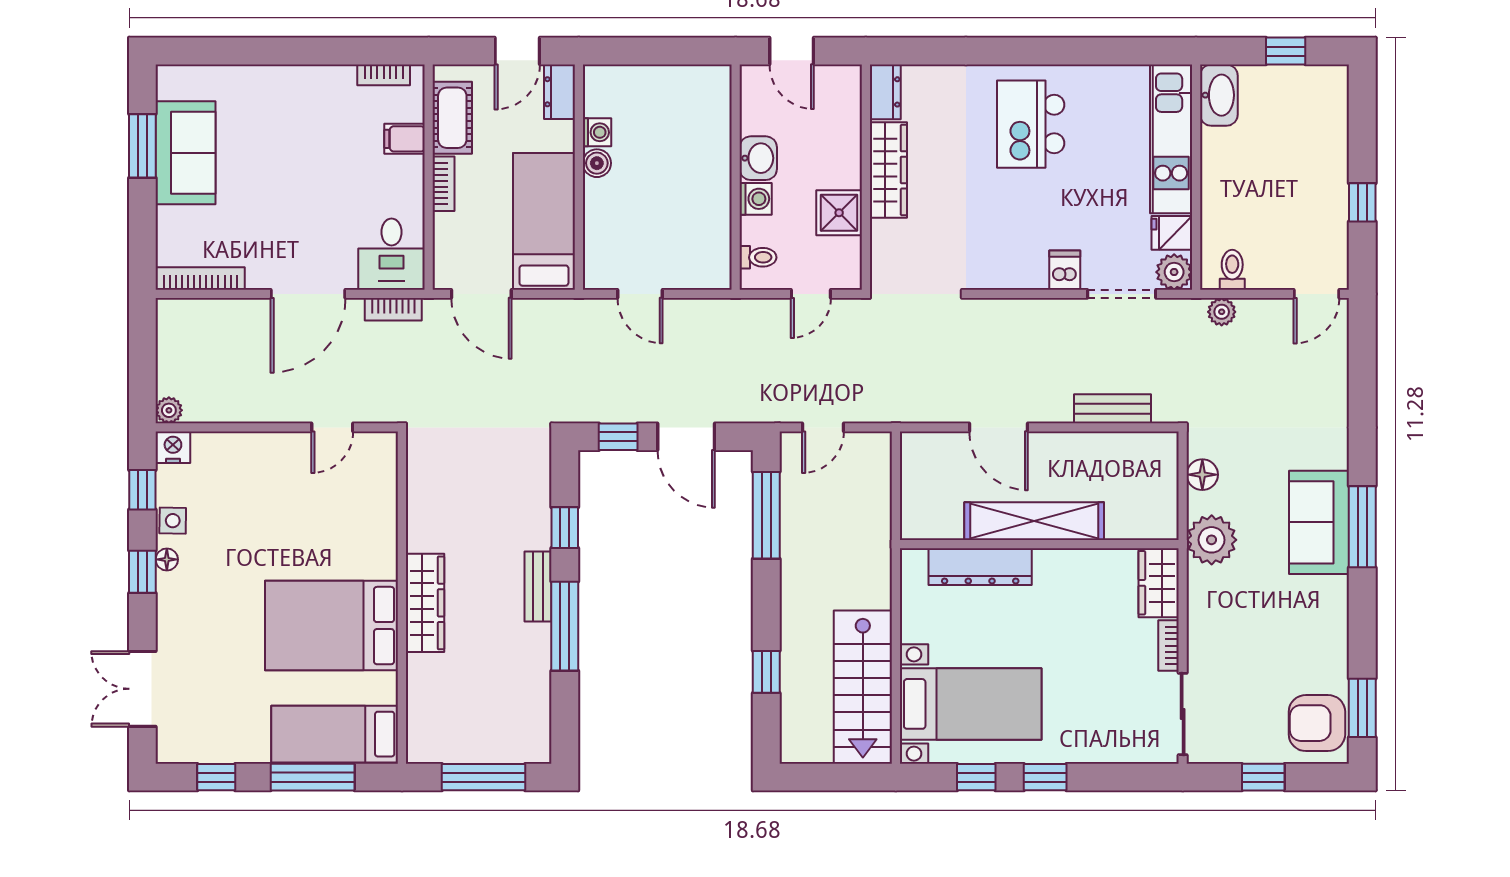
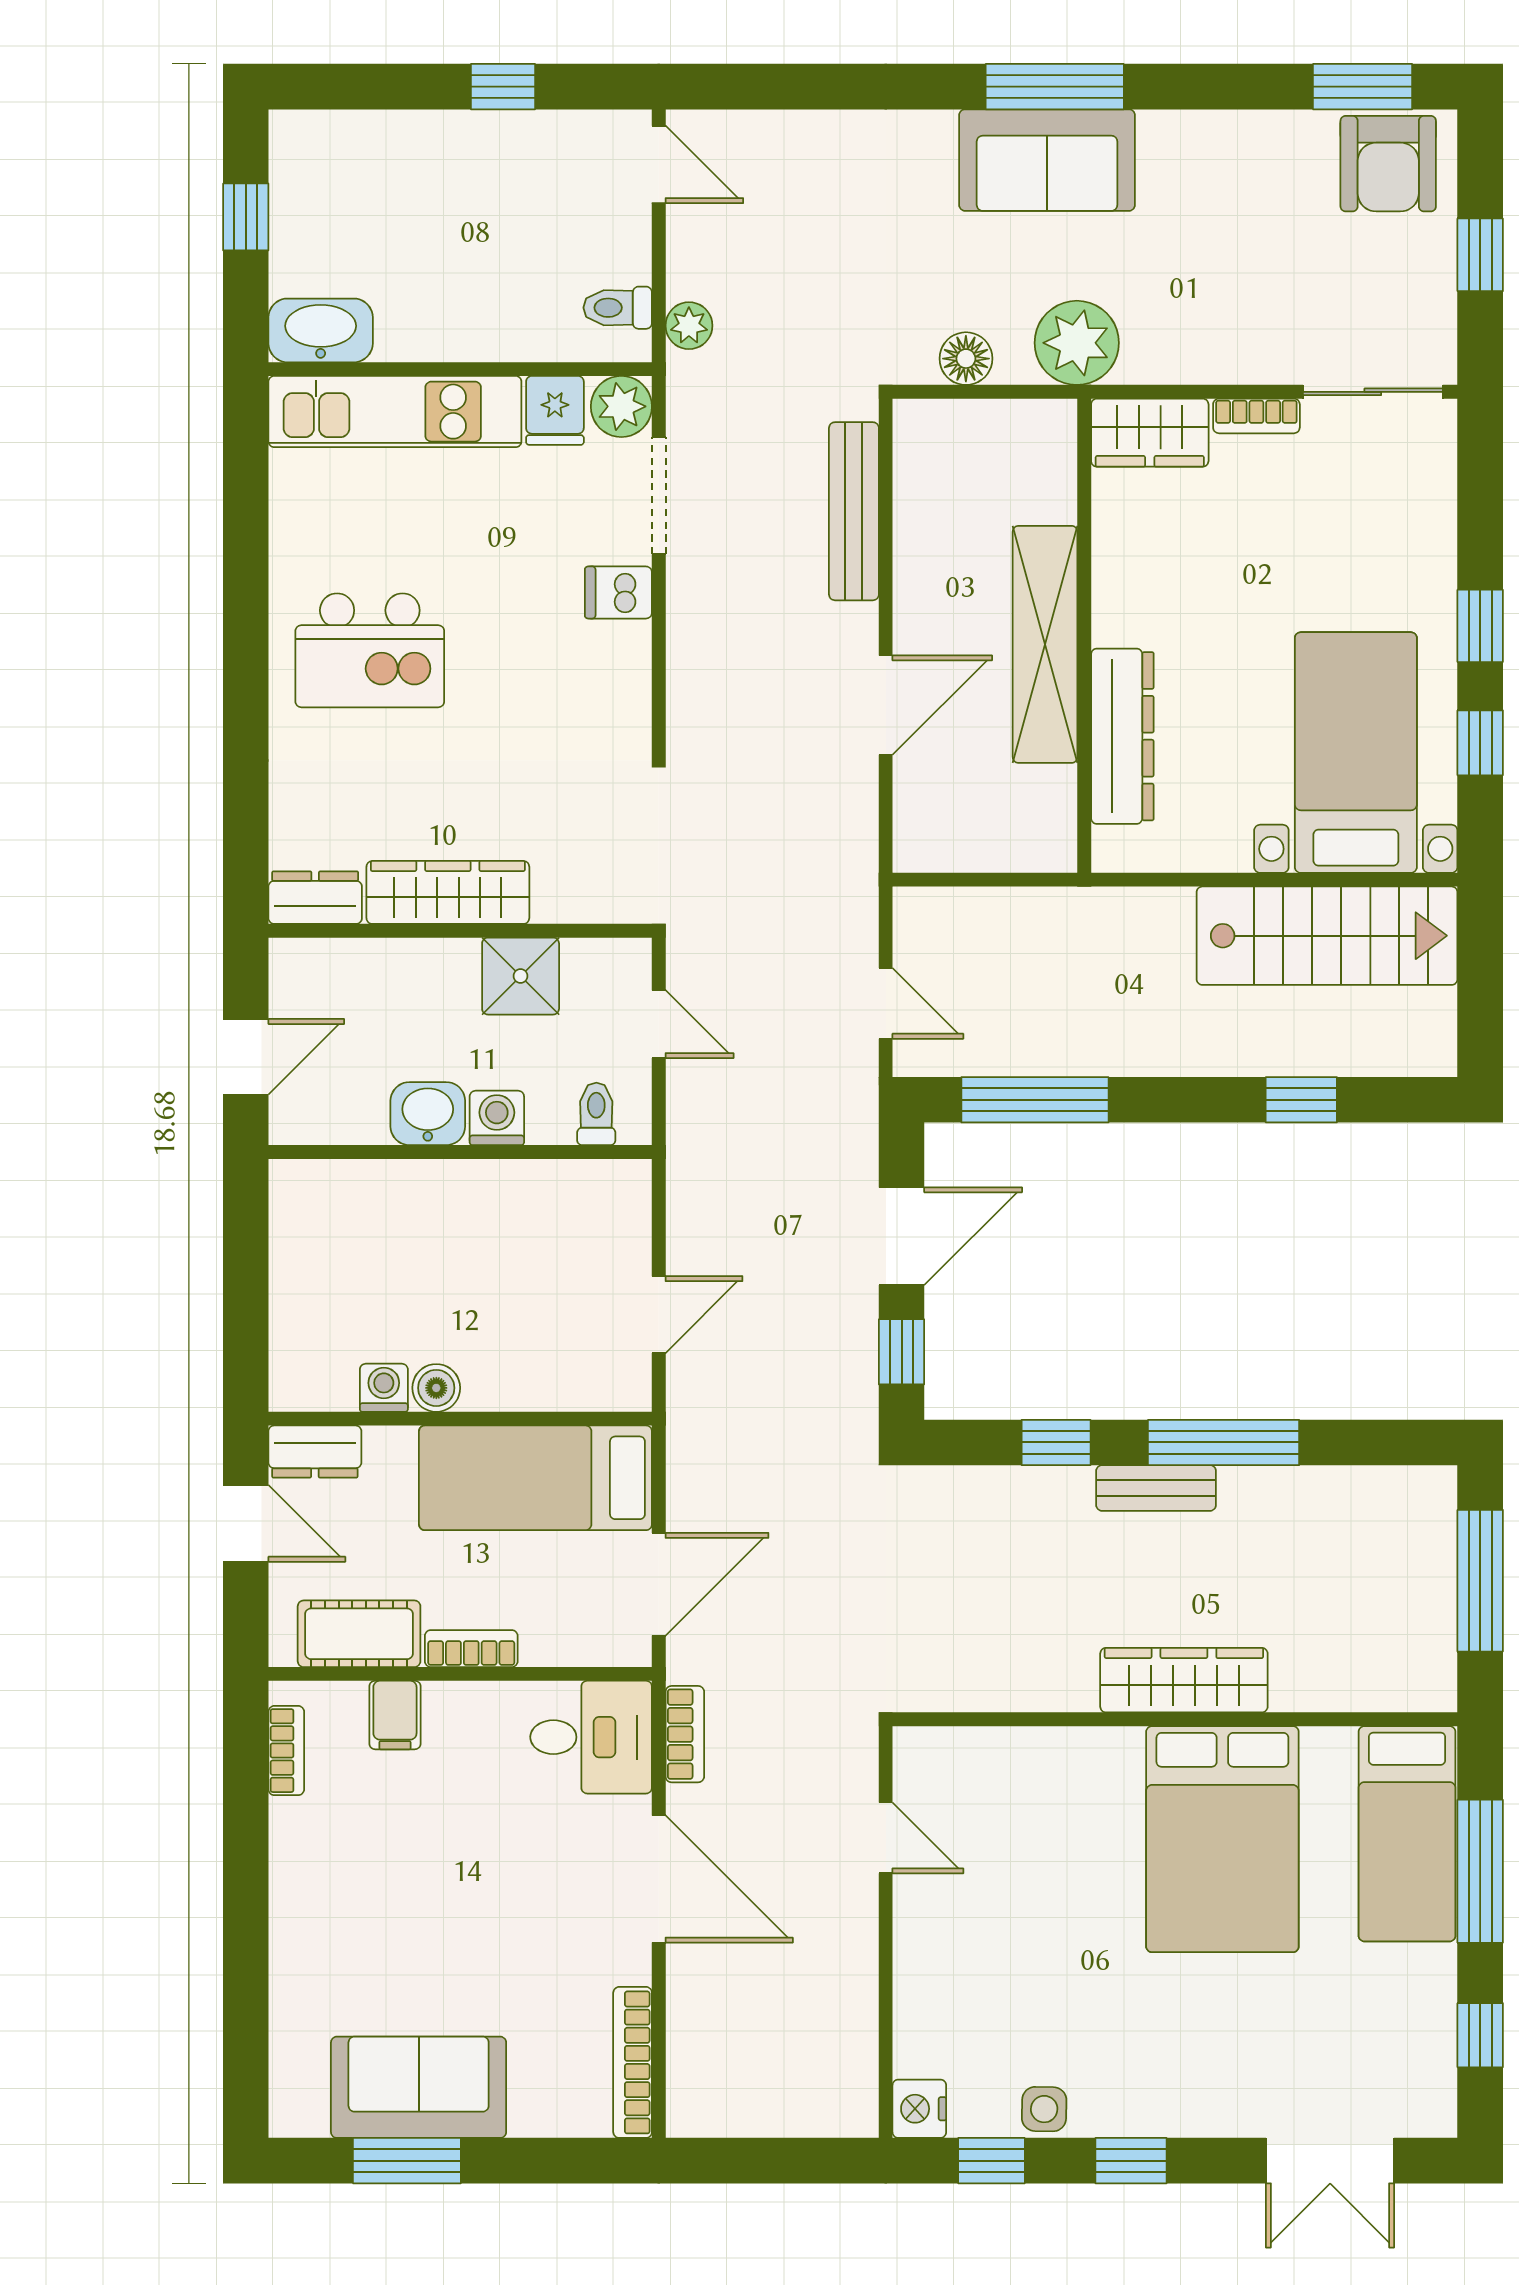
bench: (1112, 409) -> (854, 511), width x1.36
plant: (169, 410) -> (856, 2116), removed
floor lamp: (167, 559) -> (1110, 2119), removed

